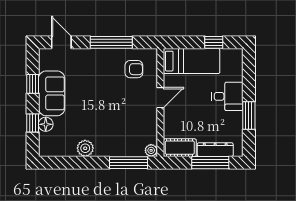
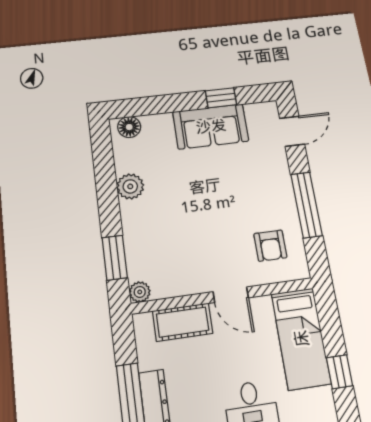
window: (33, 123) -> (160, 104), removed
floor lamp: (46, 124) -> (129, 127), moved
cot: (180, 148) -> (183, 322), moved, turned 90
window: (129, 163) -> (115, 258), width x0.69

